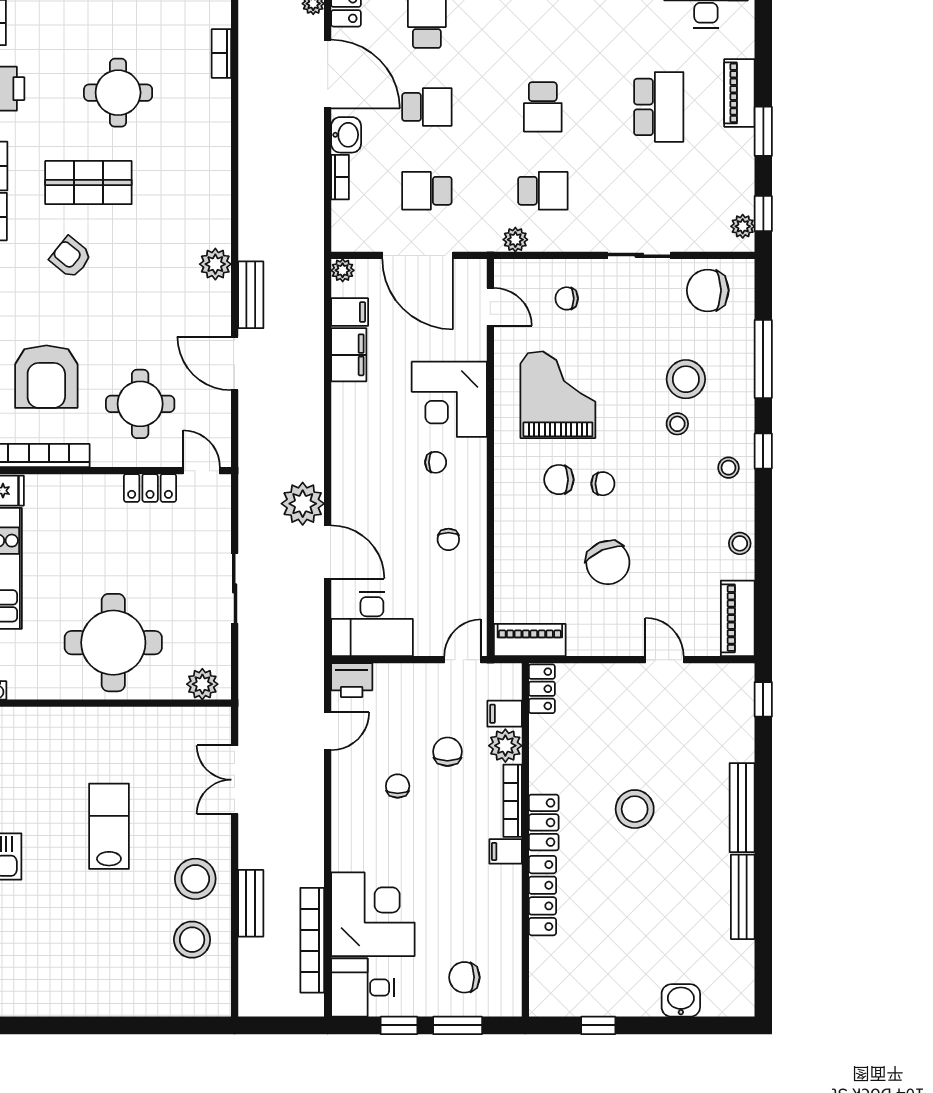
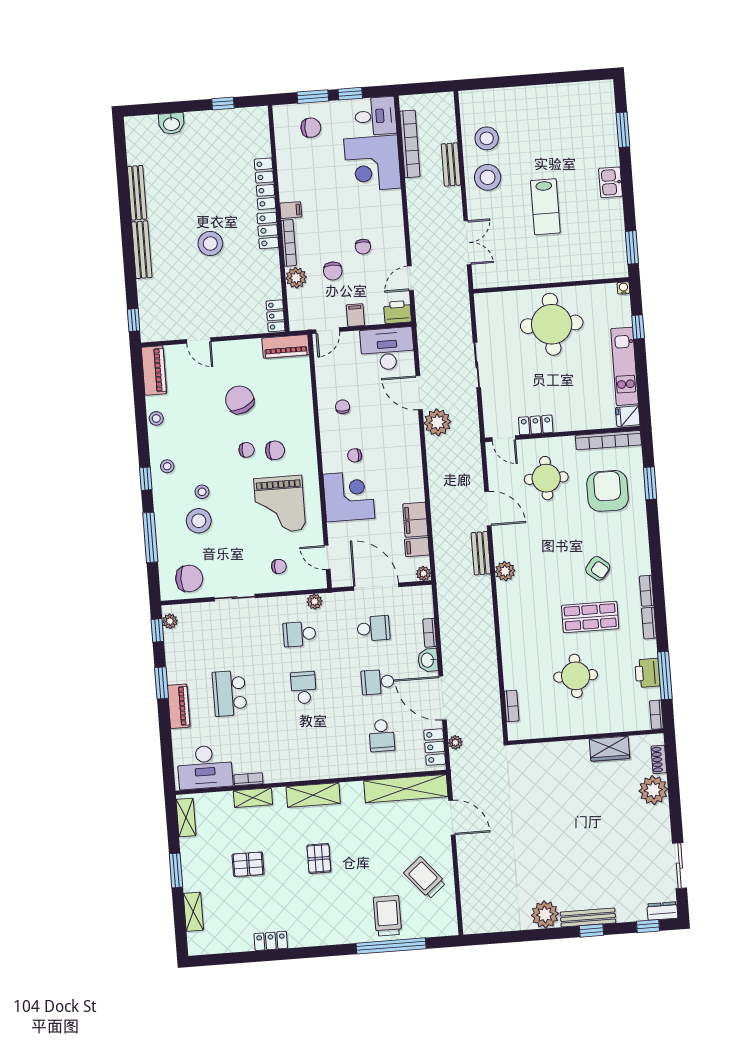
chair: (603, 484) -> (247, 450), turned 180
plant: (202, 684) -> (493, 302), removed
filing cabinet: (505, 714) -> (355, 315), moved, turned -90

